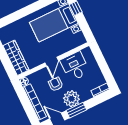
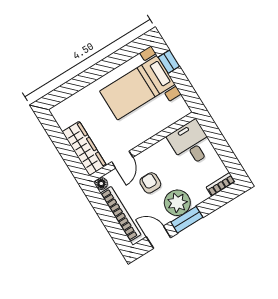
door: (52, 62) -> (122, 160), moved
desk: (75, 66) -> (191, 143), moved

